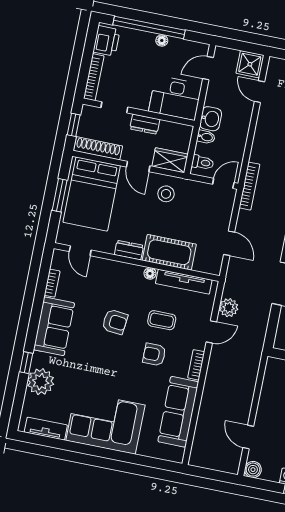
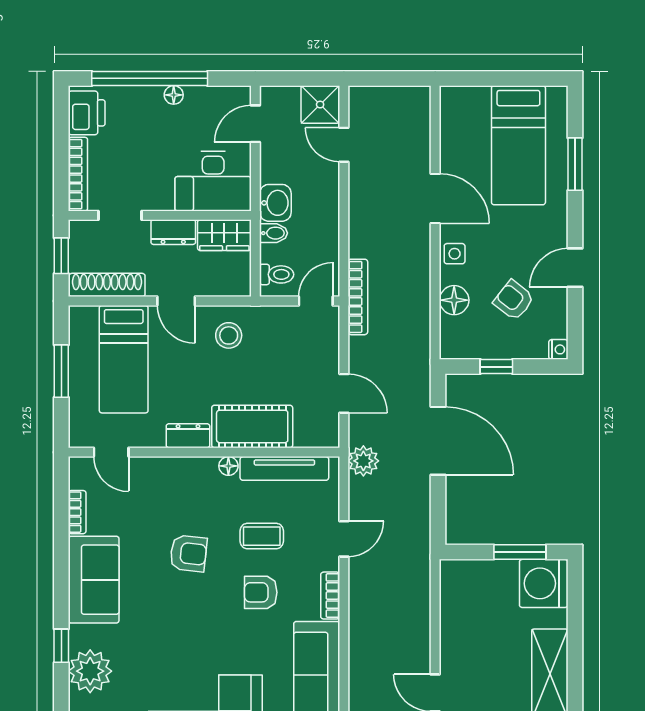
wardrobe: (170, 160) -> (224, 235), moved, turned 180
bed: (92, 194) -> (124, 359), width x0.67
plant: (229, 308) -> (363, 461), moved

